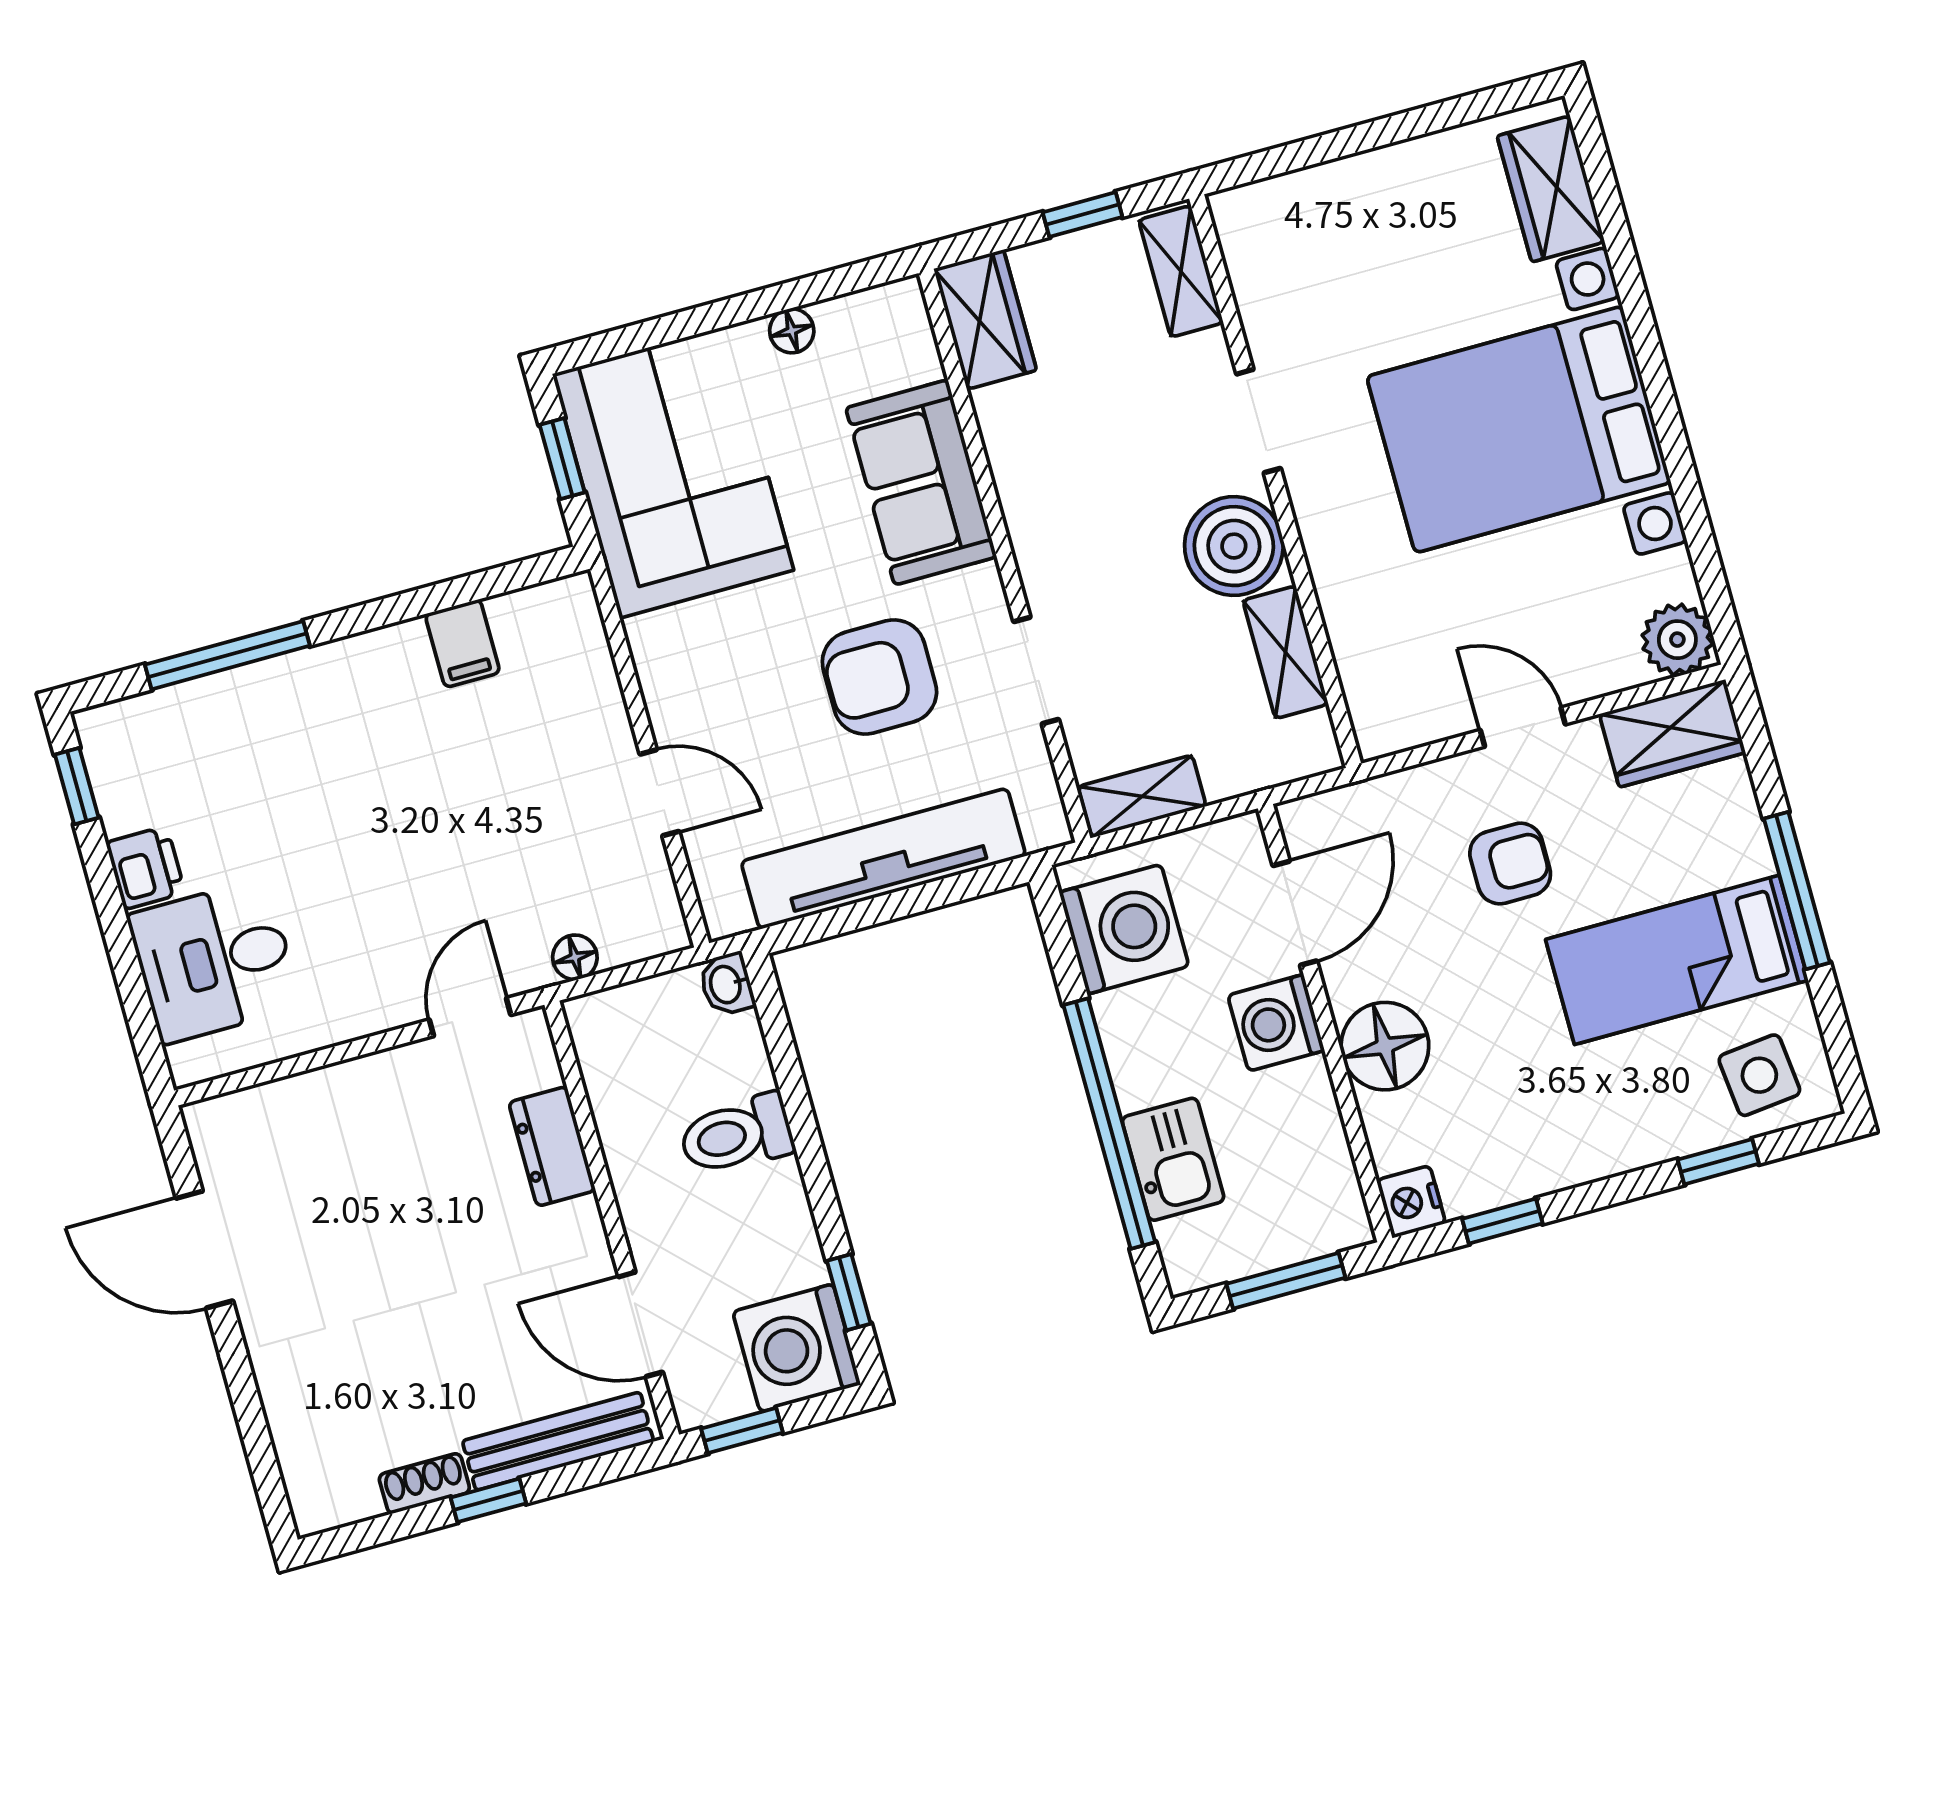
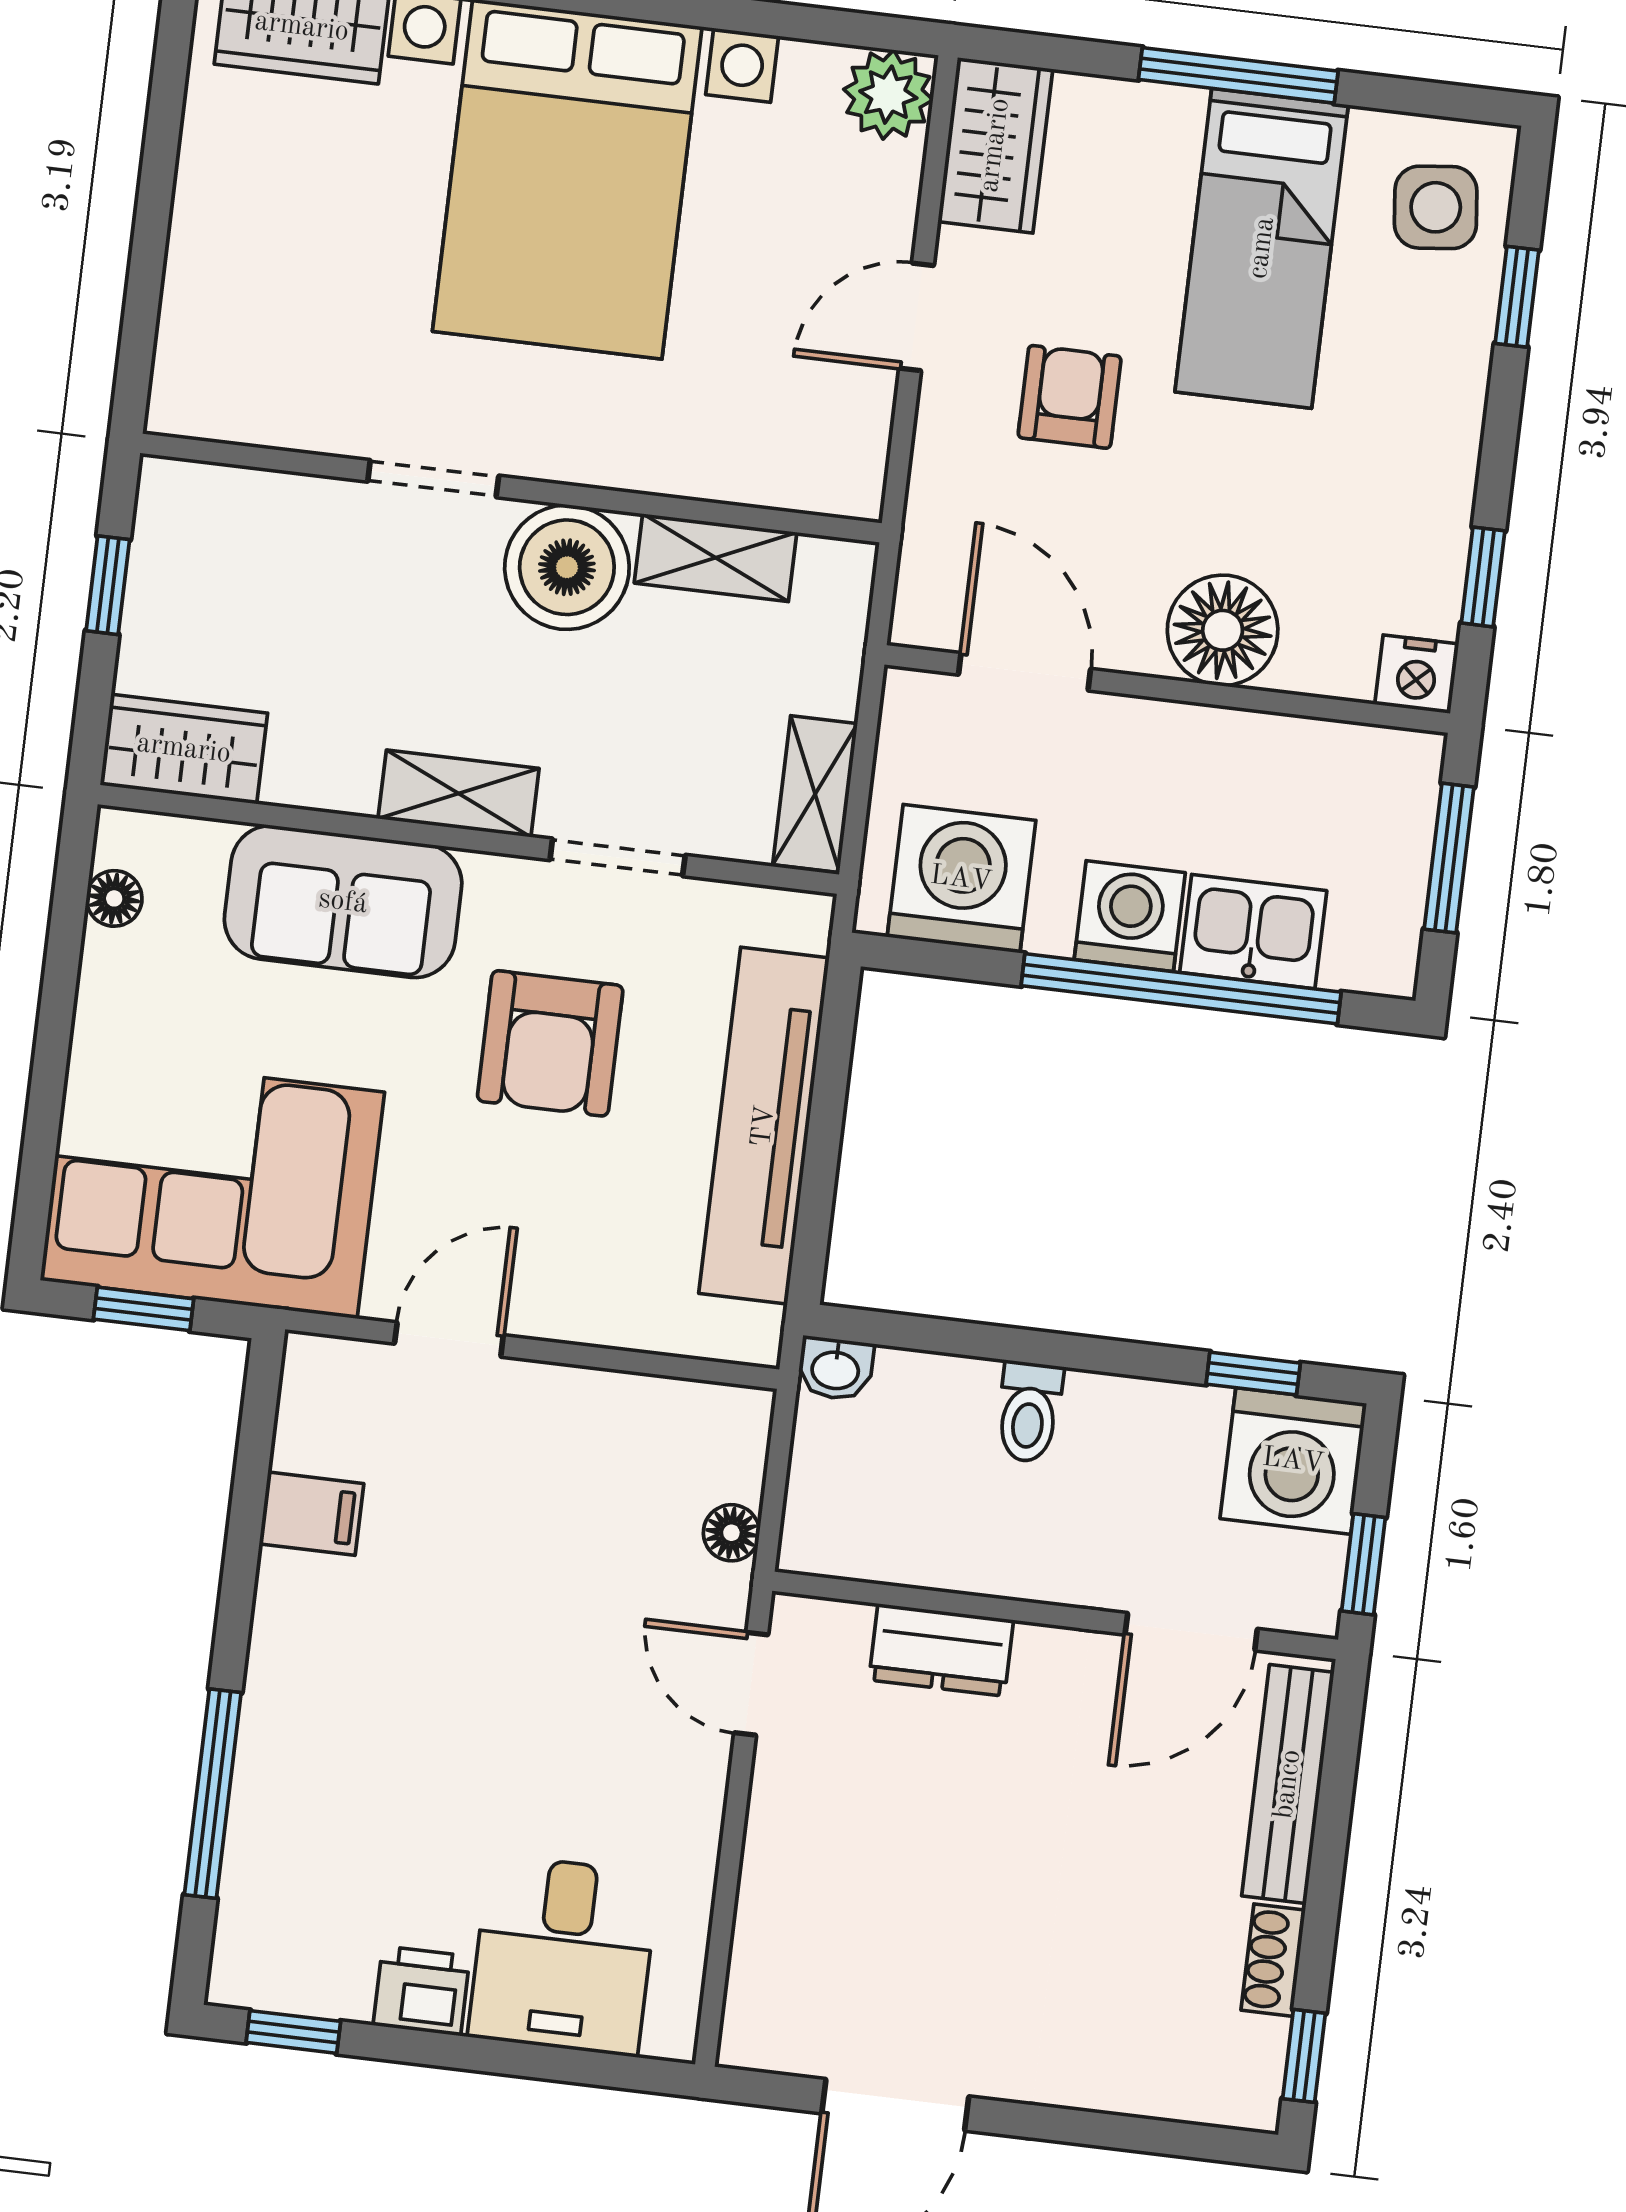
shelving: (1181, 271) -> (459, 794), moved
floor lamp: (792, 331) -> (114, 898), moved
door: (660, 793) -> (449, 1339), moved
washing machine: (1276, 1023) -> (1130, 916), moved, turned 180
toilet: (736, 1135) -> (1029, 1412), width x0.73, depth x0.72
window: (488, 1500) -> (1304, 2056), moved

